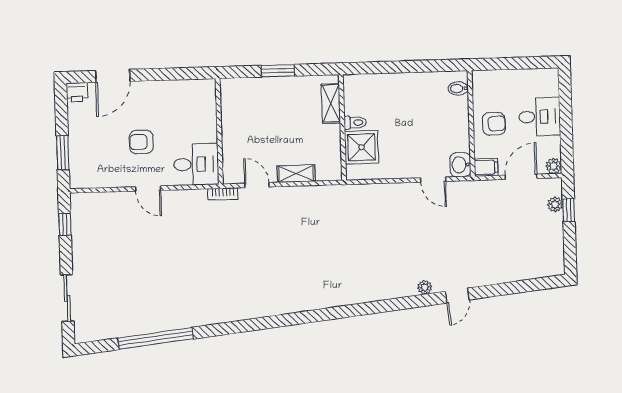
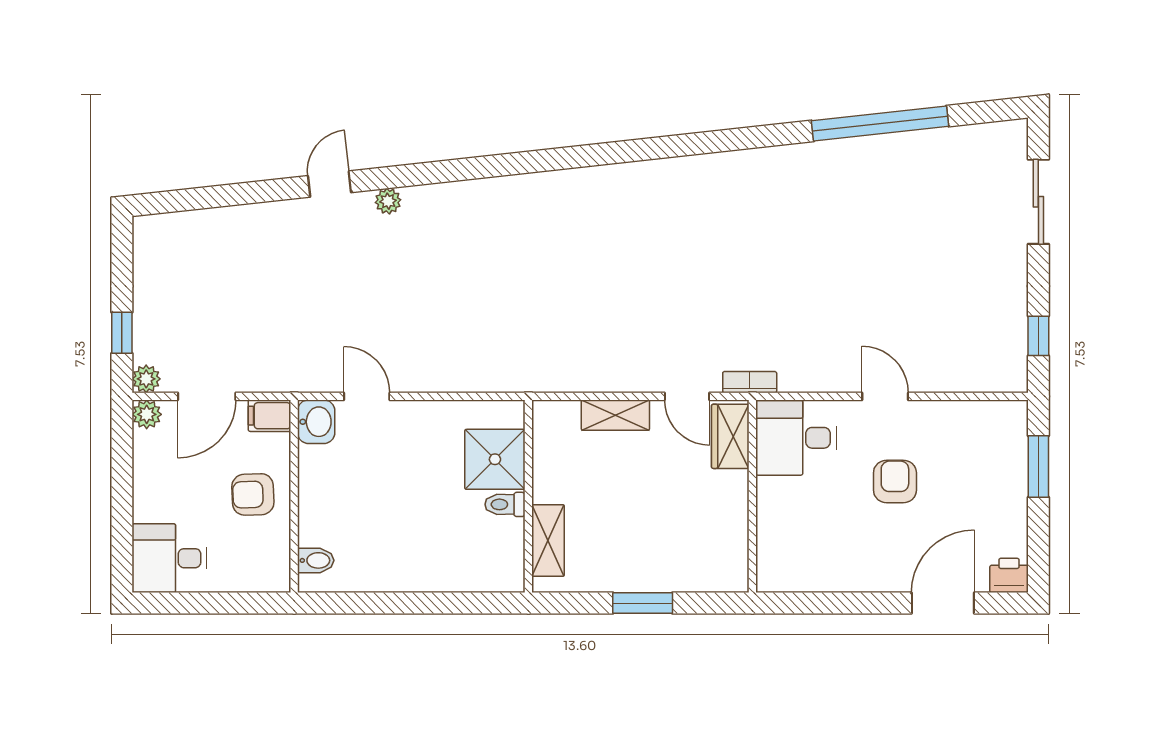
desk: (540, 117) -> (169, 558), moved
armchair: (141, 142) -> (895, 481), turned -90
wardrobe: (232, 164) -> (730, 436), added
plant: (555, 204) -> (146, 379), moved

